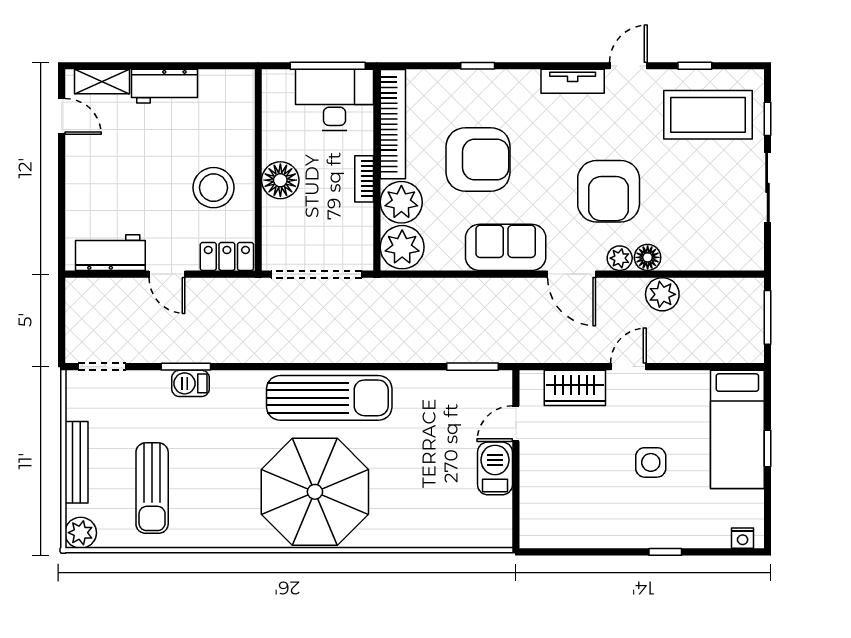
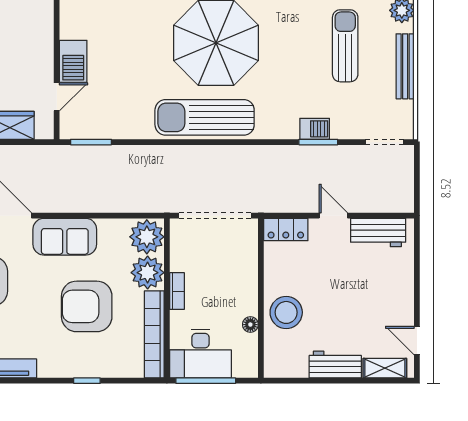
floor lamp: (280, 180) -> (250, 325), moved, width x0.53, depth x0.53
stool: (214, 188) -> (286, 312), moved

